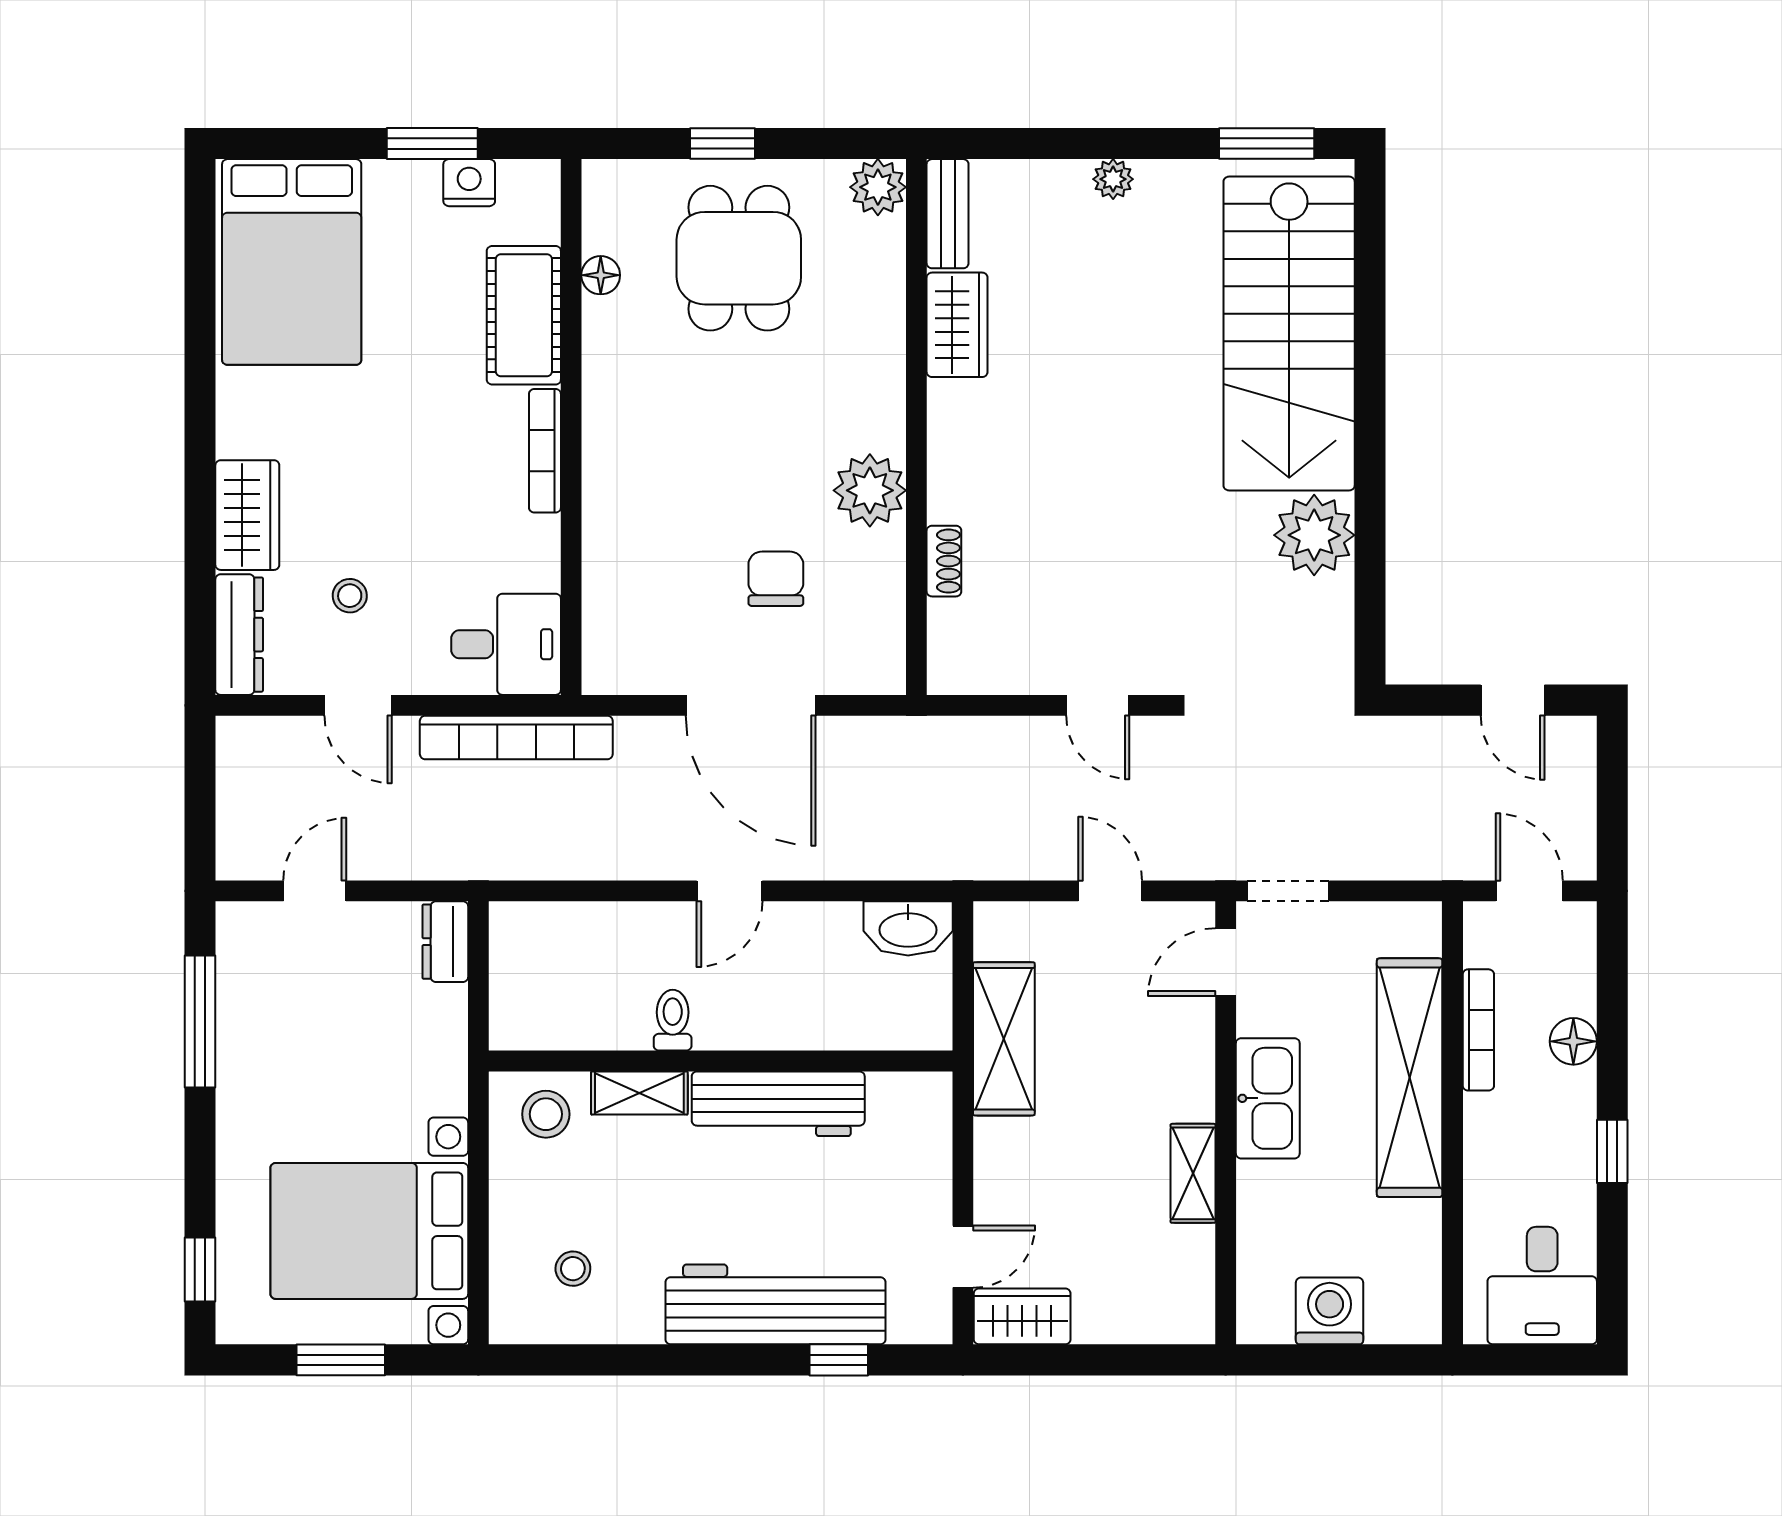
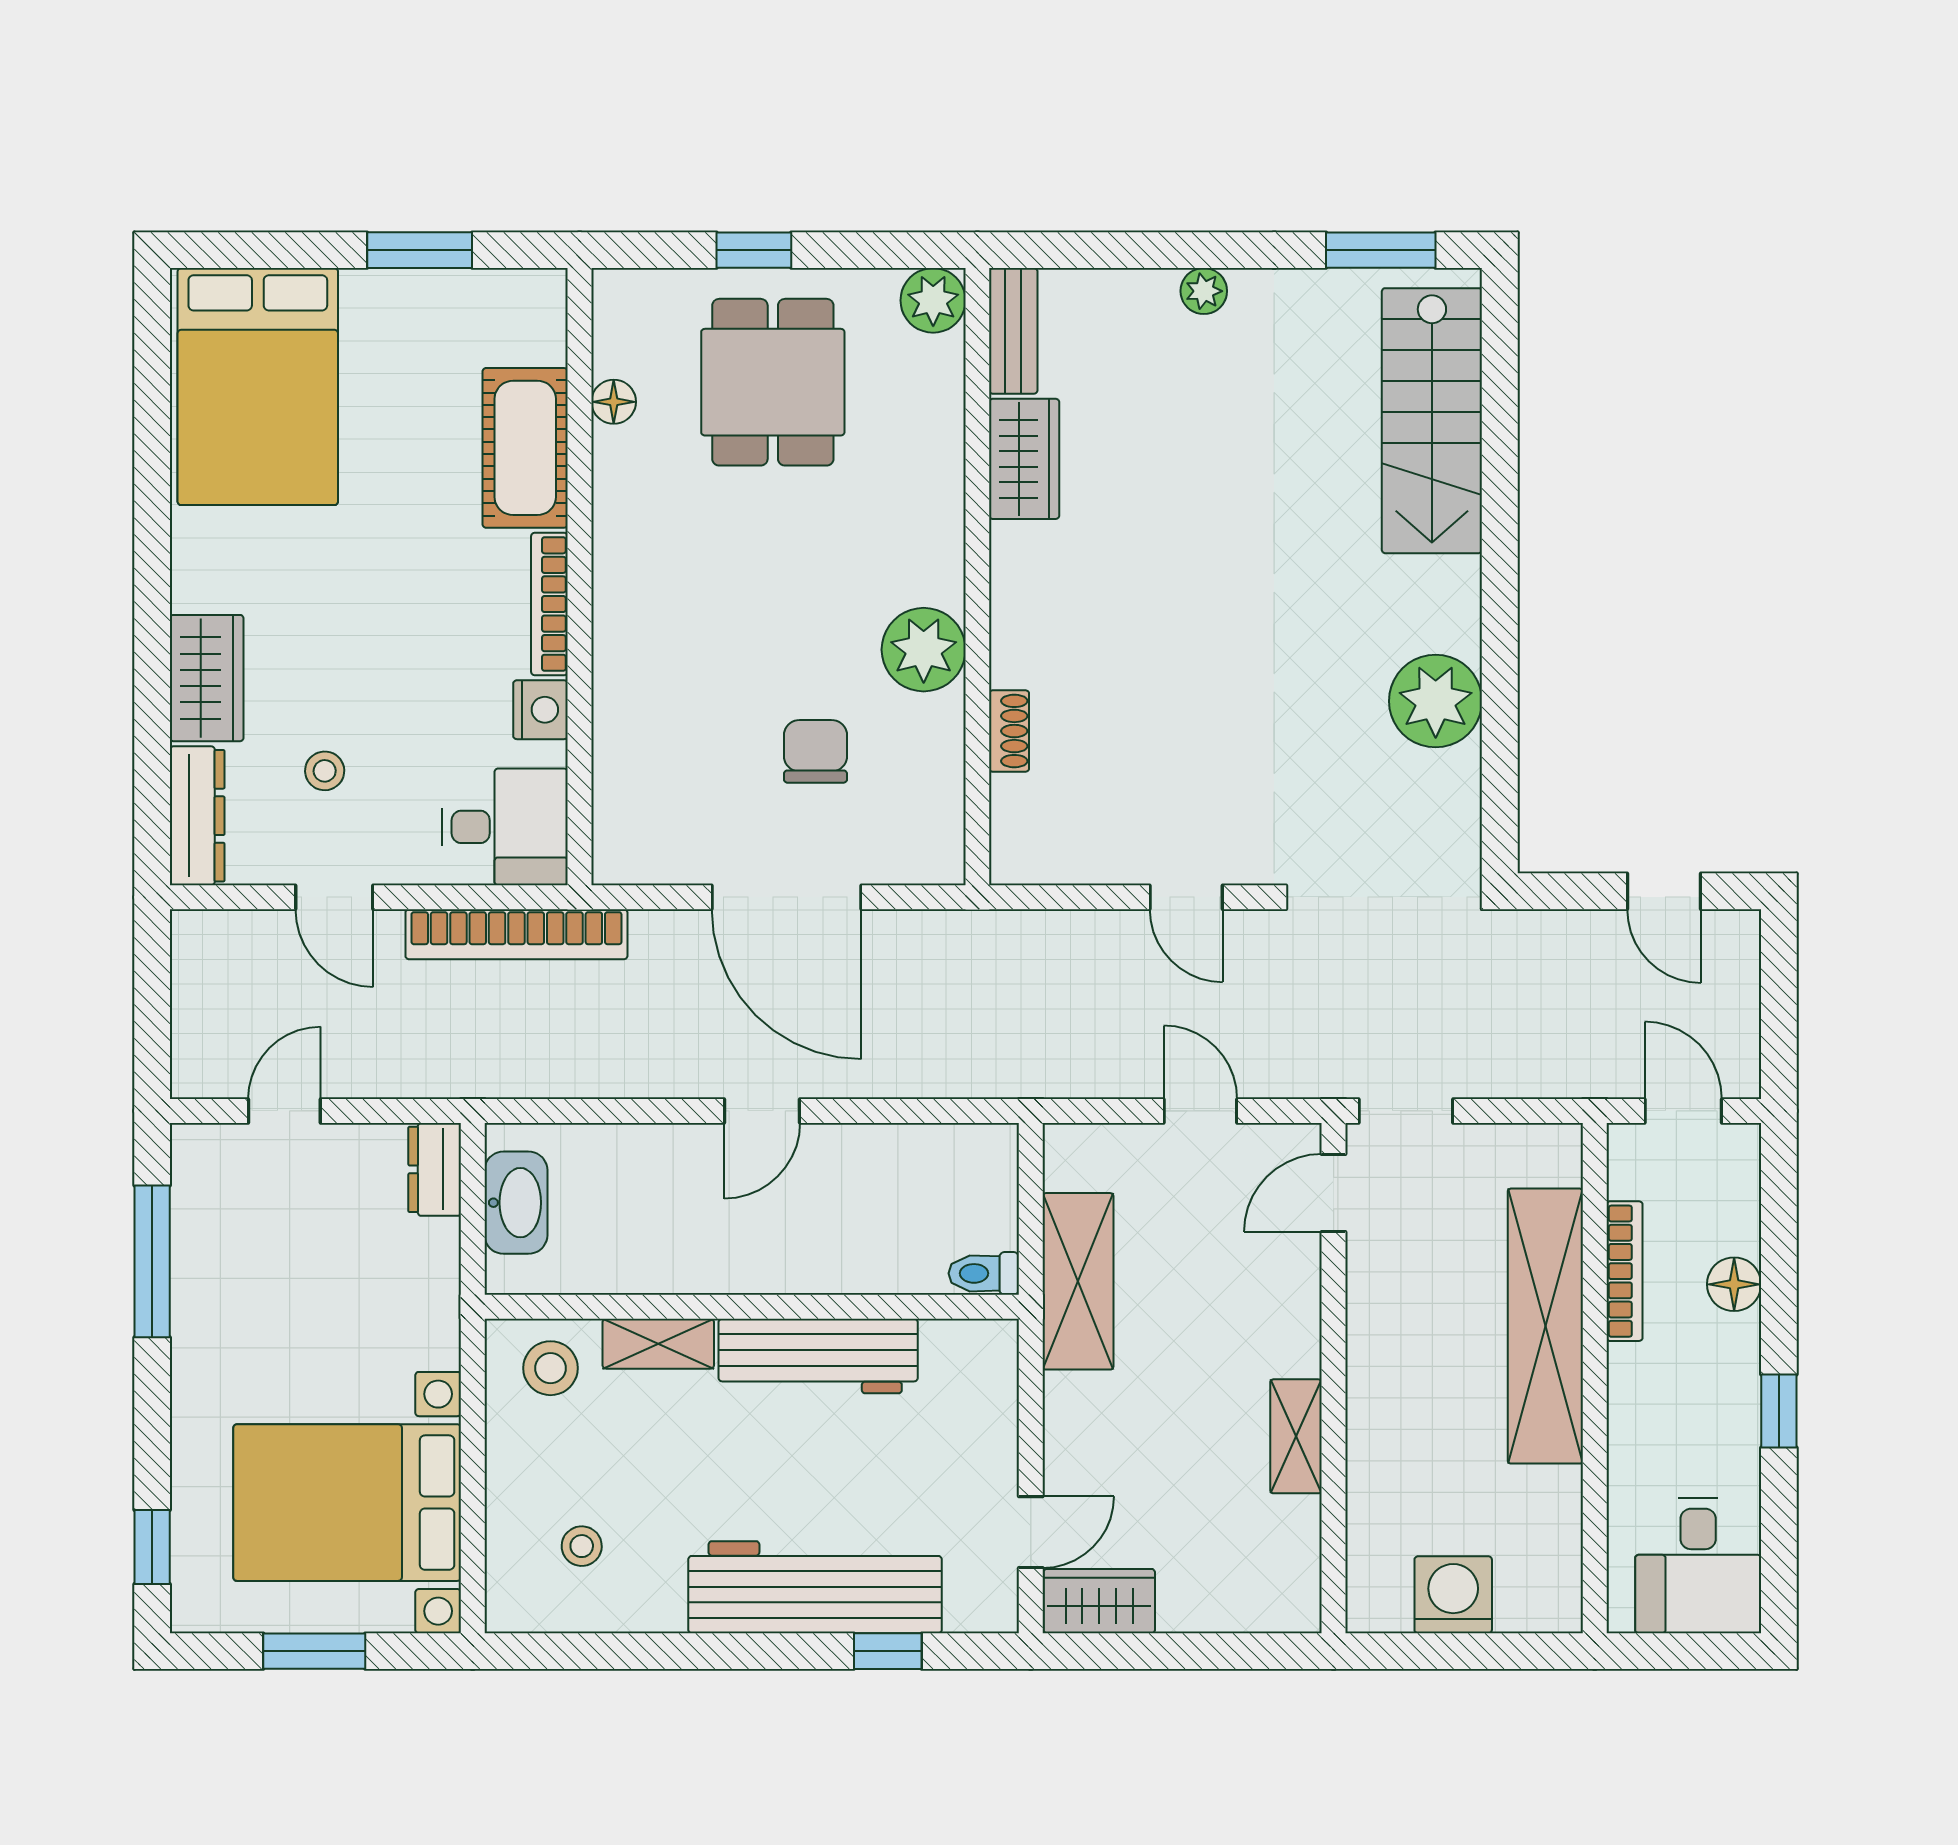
nightstand: (469, 183) -> (541, 710), moved, turned 90
stairs: (1289, 334) -> (1432, 421), width x0.73, depth x0.66
washbasin: (908, 928) -> (516, 1203), moved, turned -90
toilet: (673, 1020) -> (984, 1273), moved, turned -90
kitchen sink: (1268, 1098) -> (1382, 1350), removed

